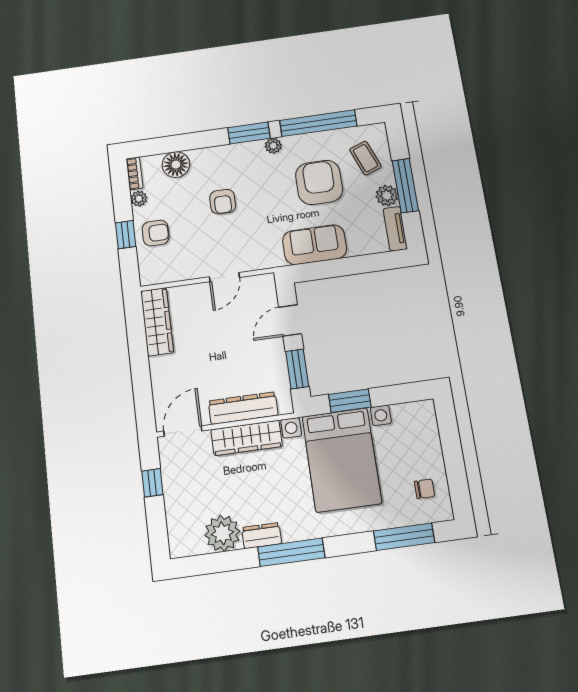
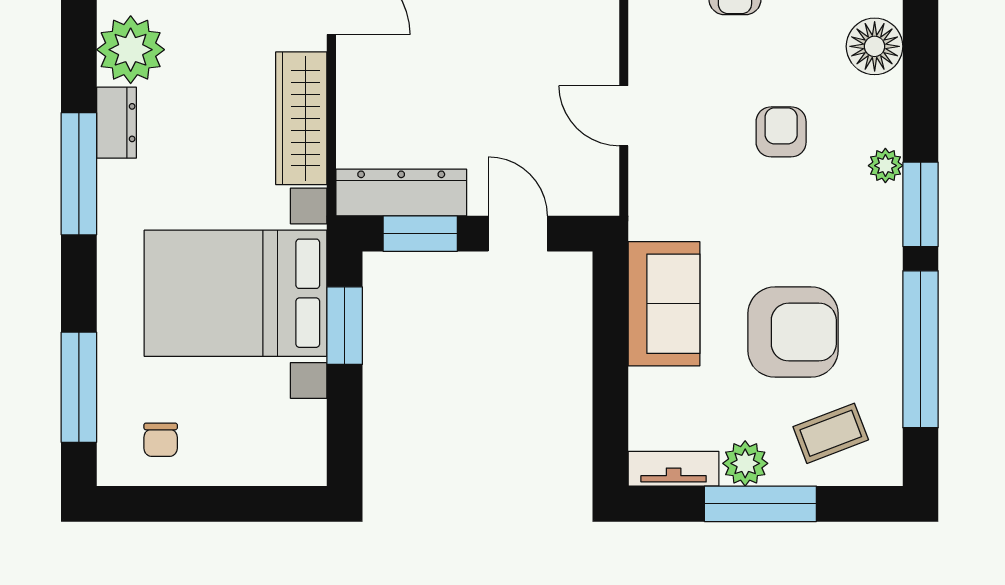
plant: (273, 146) -> (885, 166), moved
armchair: (223, 202) -> (781, 132), turned 90
dresser: (243, 408) -> (401, 193), moved, turned -90

